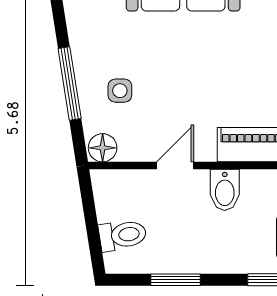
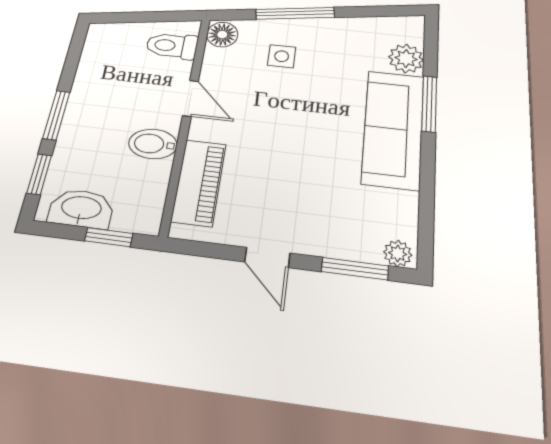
toilet: (123, 235) -> (172, 46), moved, turned 99
window: (176, 280) -> (56, 115), moved

